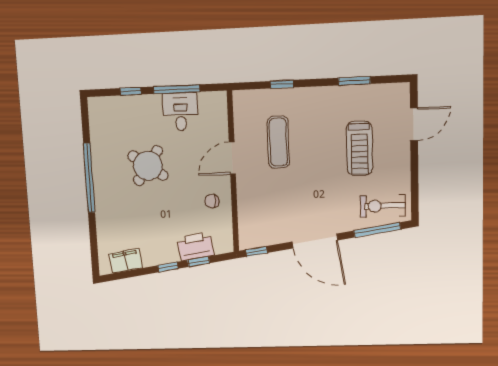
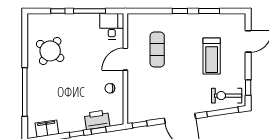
window: (282, 84) -> (180, 11), moved
desk: (181, 112) -> (112, 26), moved
round table: (148, 166) -> (50, 51), moved
window: (89, 178) -> (25, 92), moved
window: (415, 193) -> (248, 88), added

